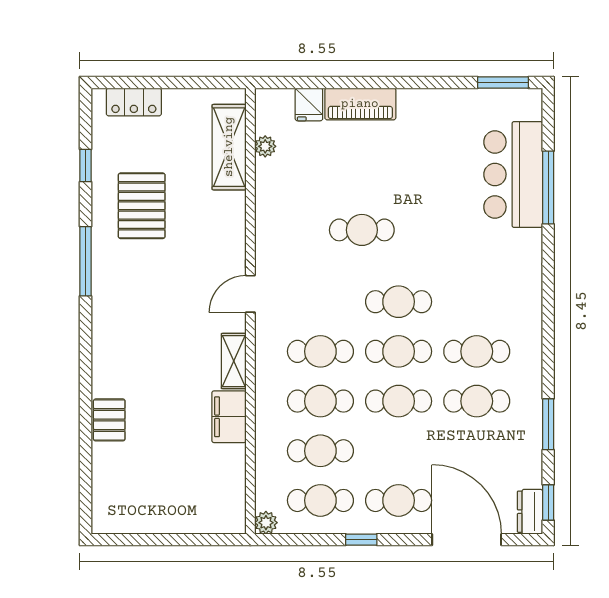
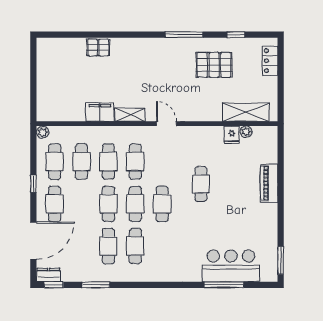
fridge: (309, 104) -> (232, 135), moved, turned -90

